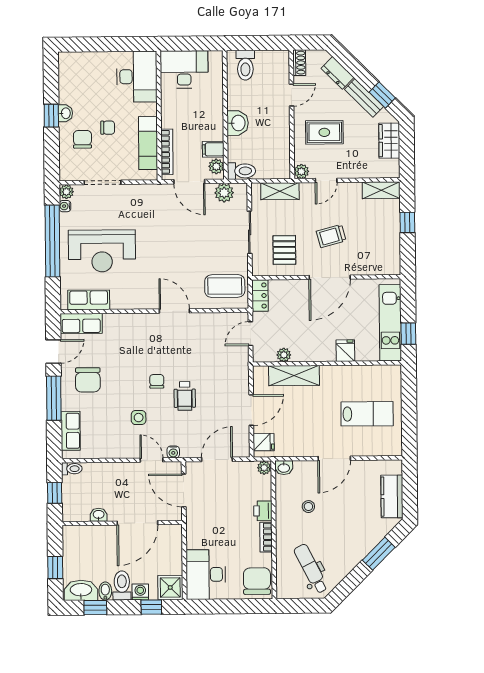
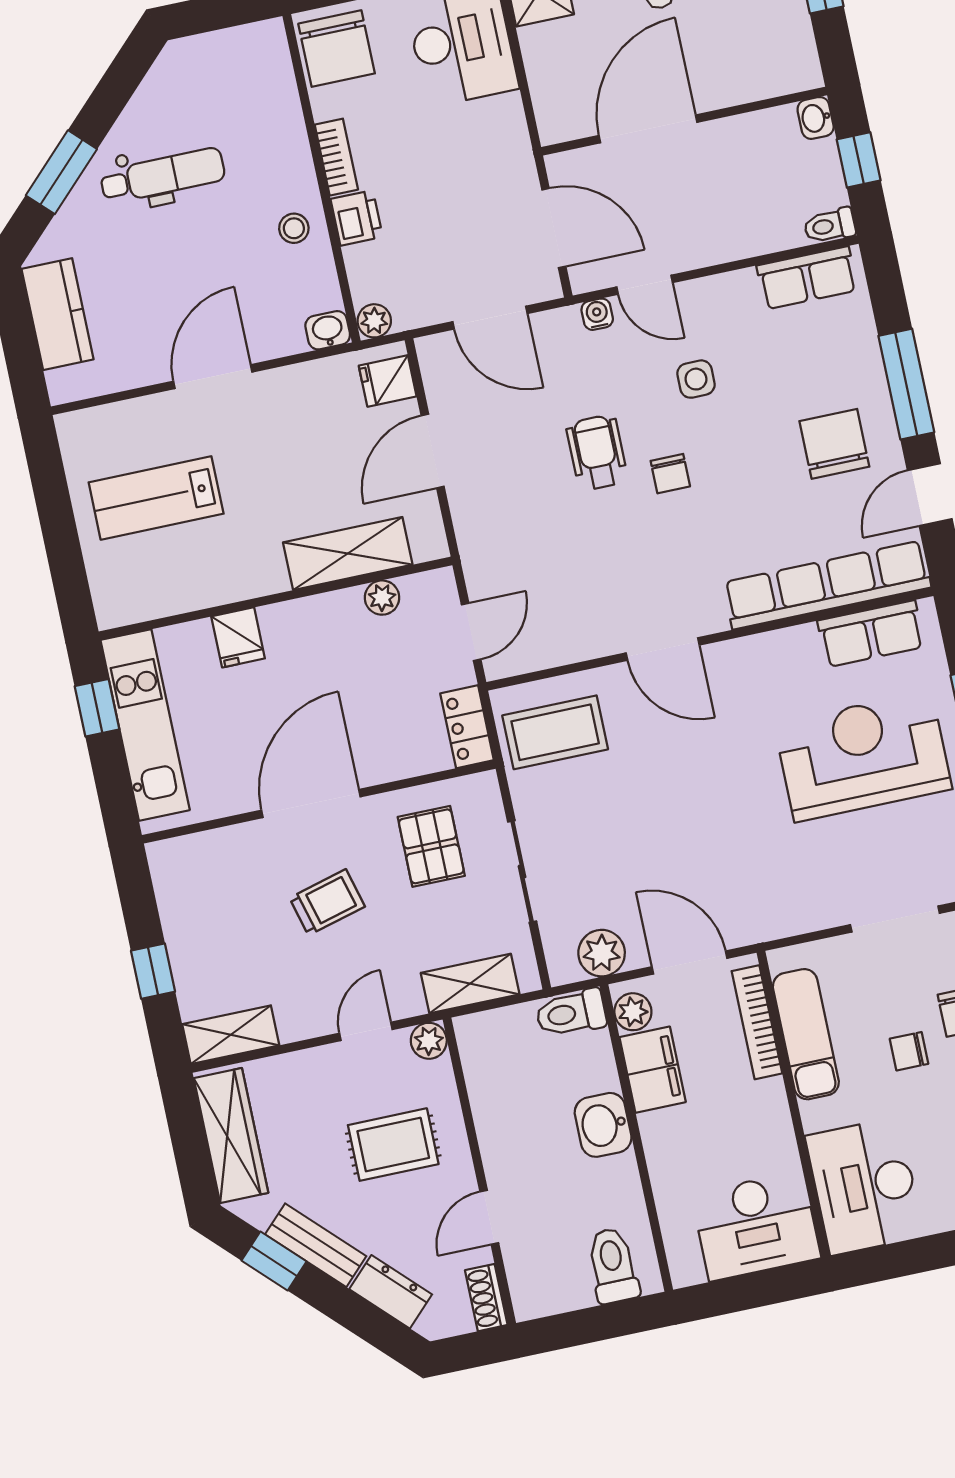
wardrobe: (389, 141) -> (231, 1136), width x1.50
filing cabinet: (213, 149) -> (653, 1070), width x2.00
row of seats: (81, 324) -> (827, 585), width x2.02
row of seats: (71, 431) -> (807, 278), moved, turned -90
door: (217, 459) -> (490, 318), hinge flipped
stool: (308, 507) -> (294, 228), moved
washbasin: (99, 515) -> (816, 118), moved, turned 90
dental chair: (311, 569) -> (163, 176), moved, turned -63

